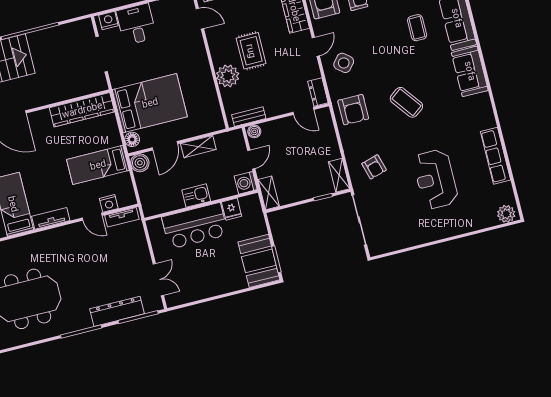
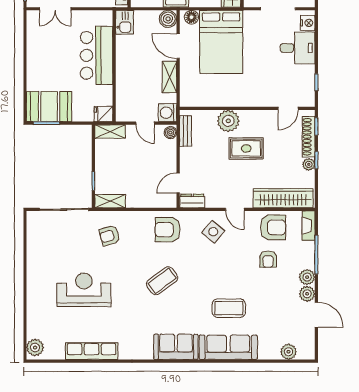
coffee table: (417, 28) -> (229, 308), width x1.36, depth x1.30
washing machine: (246, 183) -> (168, 113), moved, turned -90
kitchen sink: (196, 196) -> (124, 22), moved
fridge: (232, 209) -> (104, 114), moved

